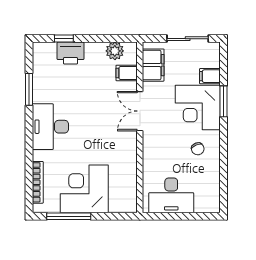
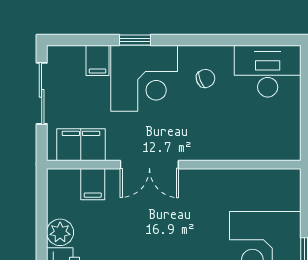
plant: (115, 51) -> (60, 232), moved
window: (224, 101) -> (135, 40), width x0.67
desk: (171, 195) -> (268, 71), moved, turned -90

